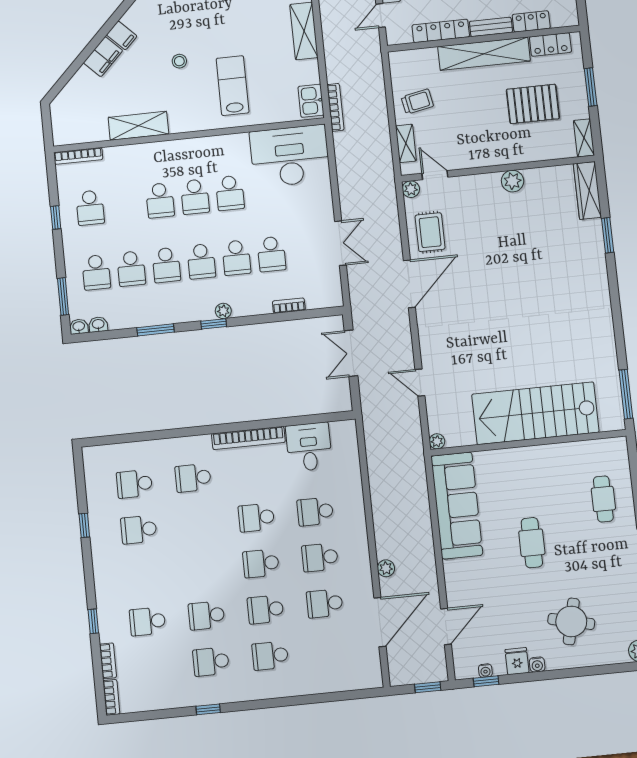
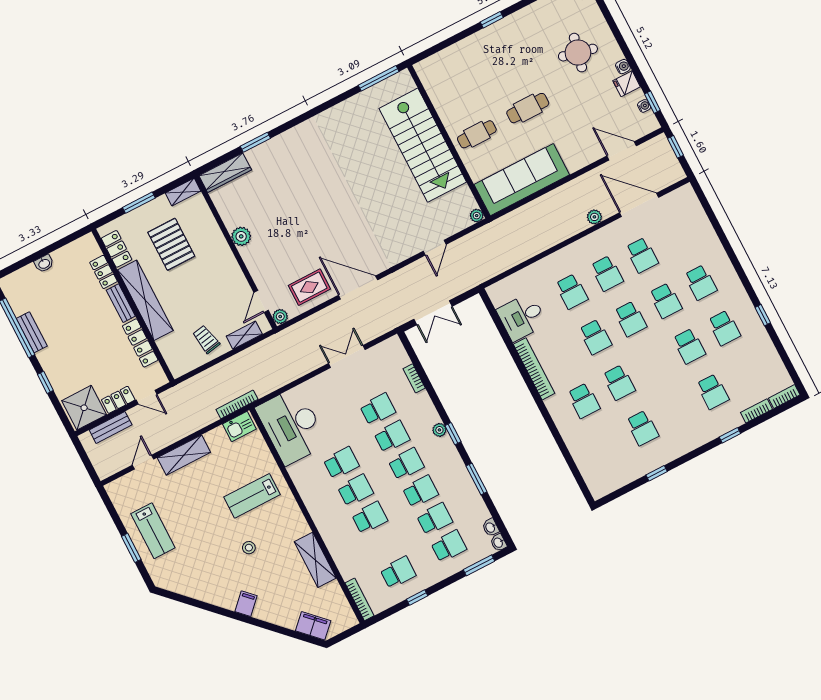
filing cabinet: (103, 57) -> (313, 626), moved
school desk: (134, 484) -> (619, 383), moved
cafe table: (603, 499) -> (477, 134), moved

